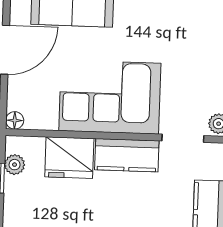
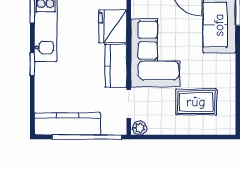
rug: (184, 40) -> (196, 102), added

